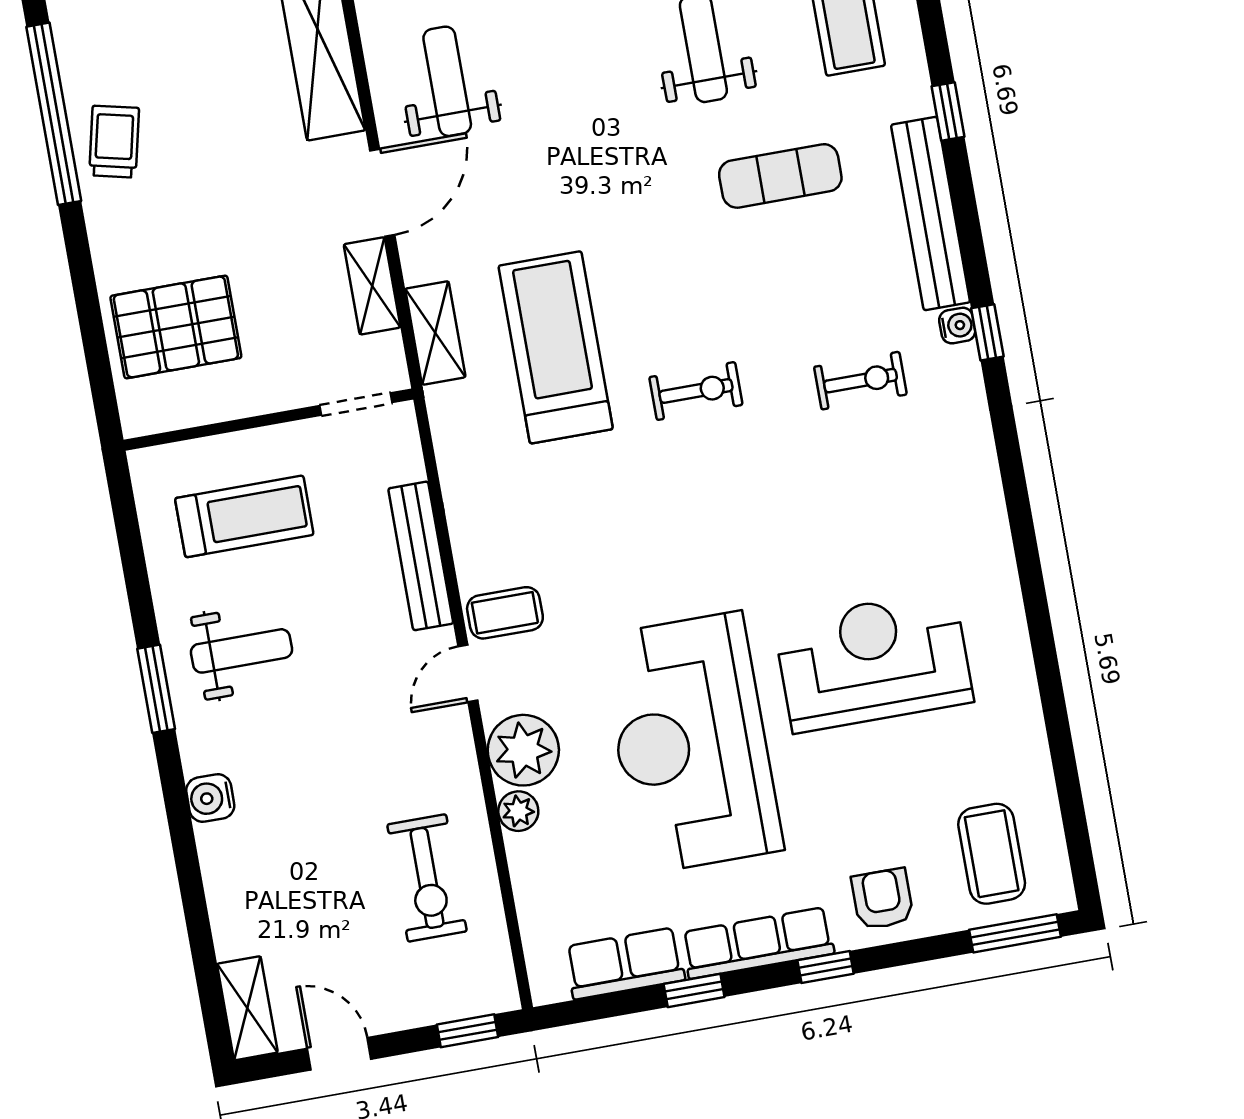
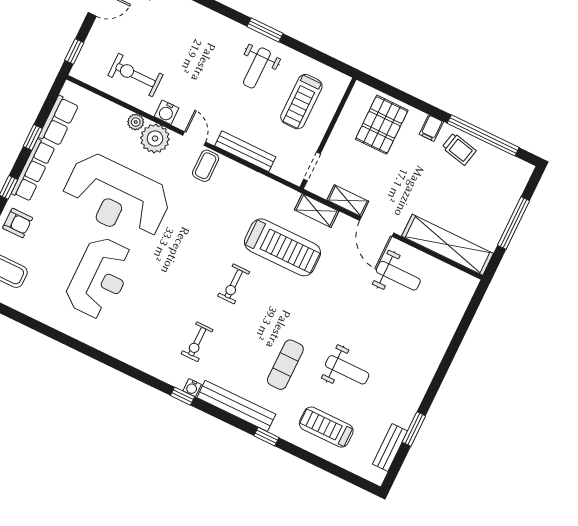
filing cabinet: (112, 225) -> (431, 128), added
reception desk: (691, 743) -> (117, 197), turned 180
water cooler: (210, 798) -> (167, 112), moved, turned 180

